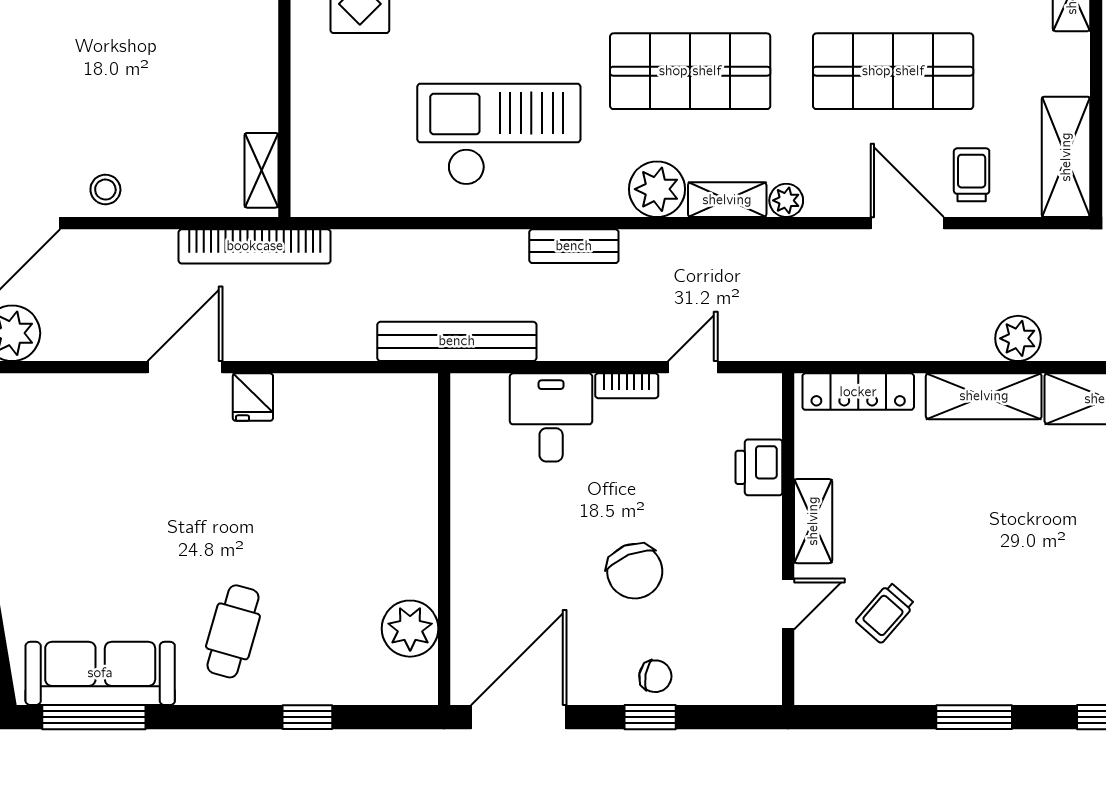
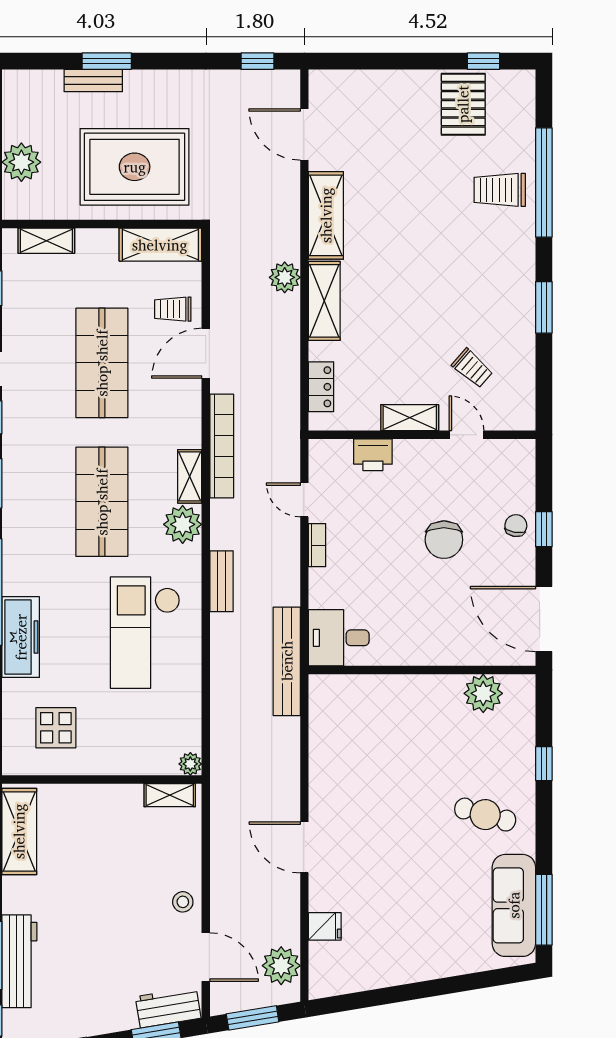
plant: (786, 200) -> (190, 764), moved
bookcase: (255, 246) -> (222, 446), moved
locker: (858, 392) -> (321, 387), width x0.66
fridge: (253, 397) -> (325, 926), moved
desk: (551, 417) -> (339, 638), moved
chair: (635, 571) -> (444, 540), turned 112

